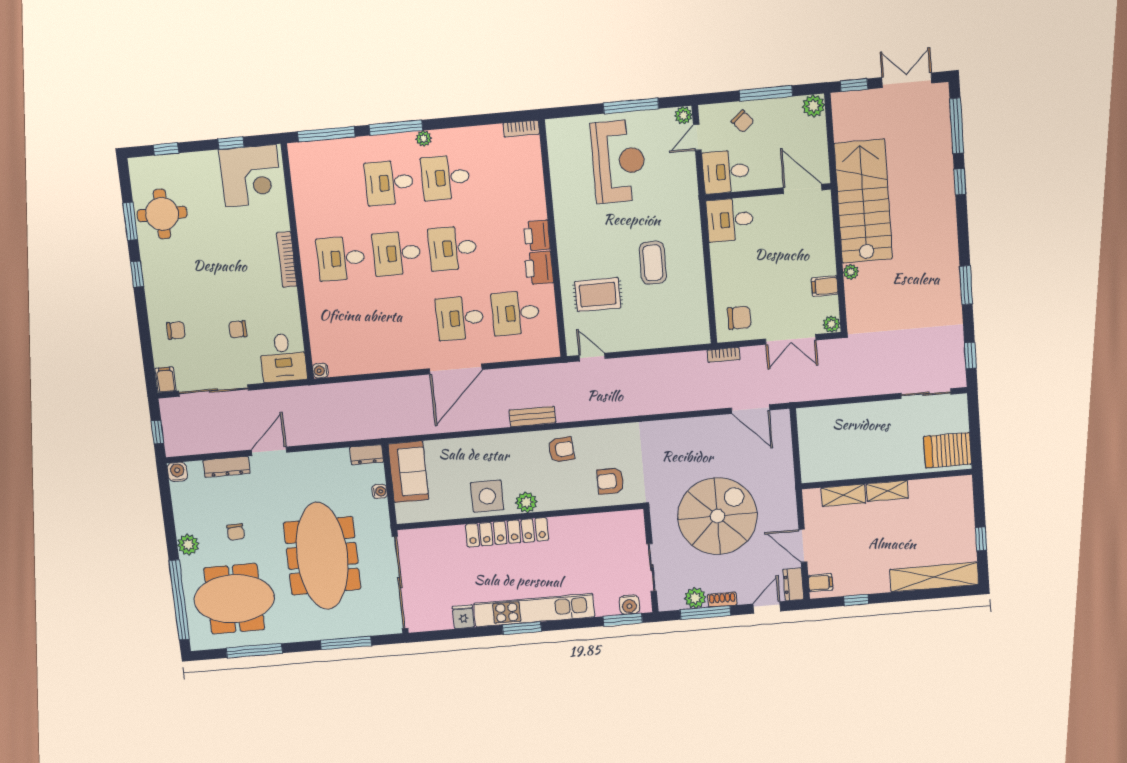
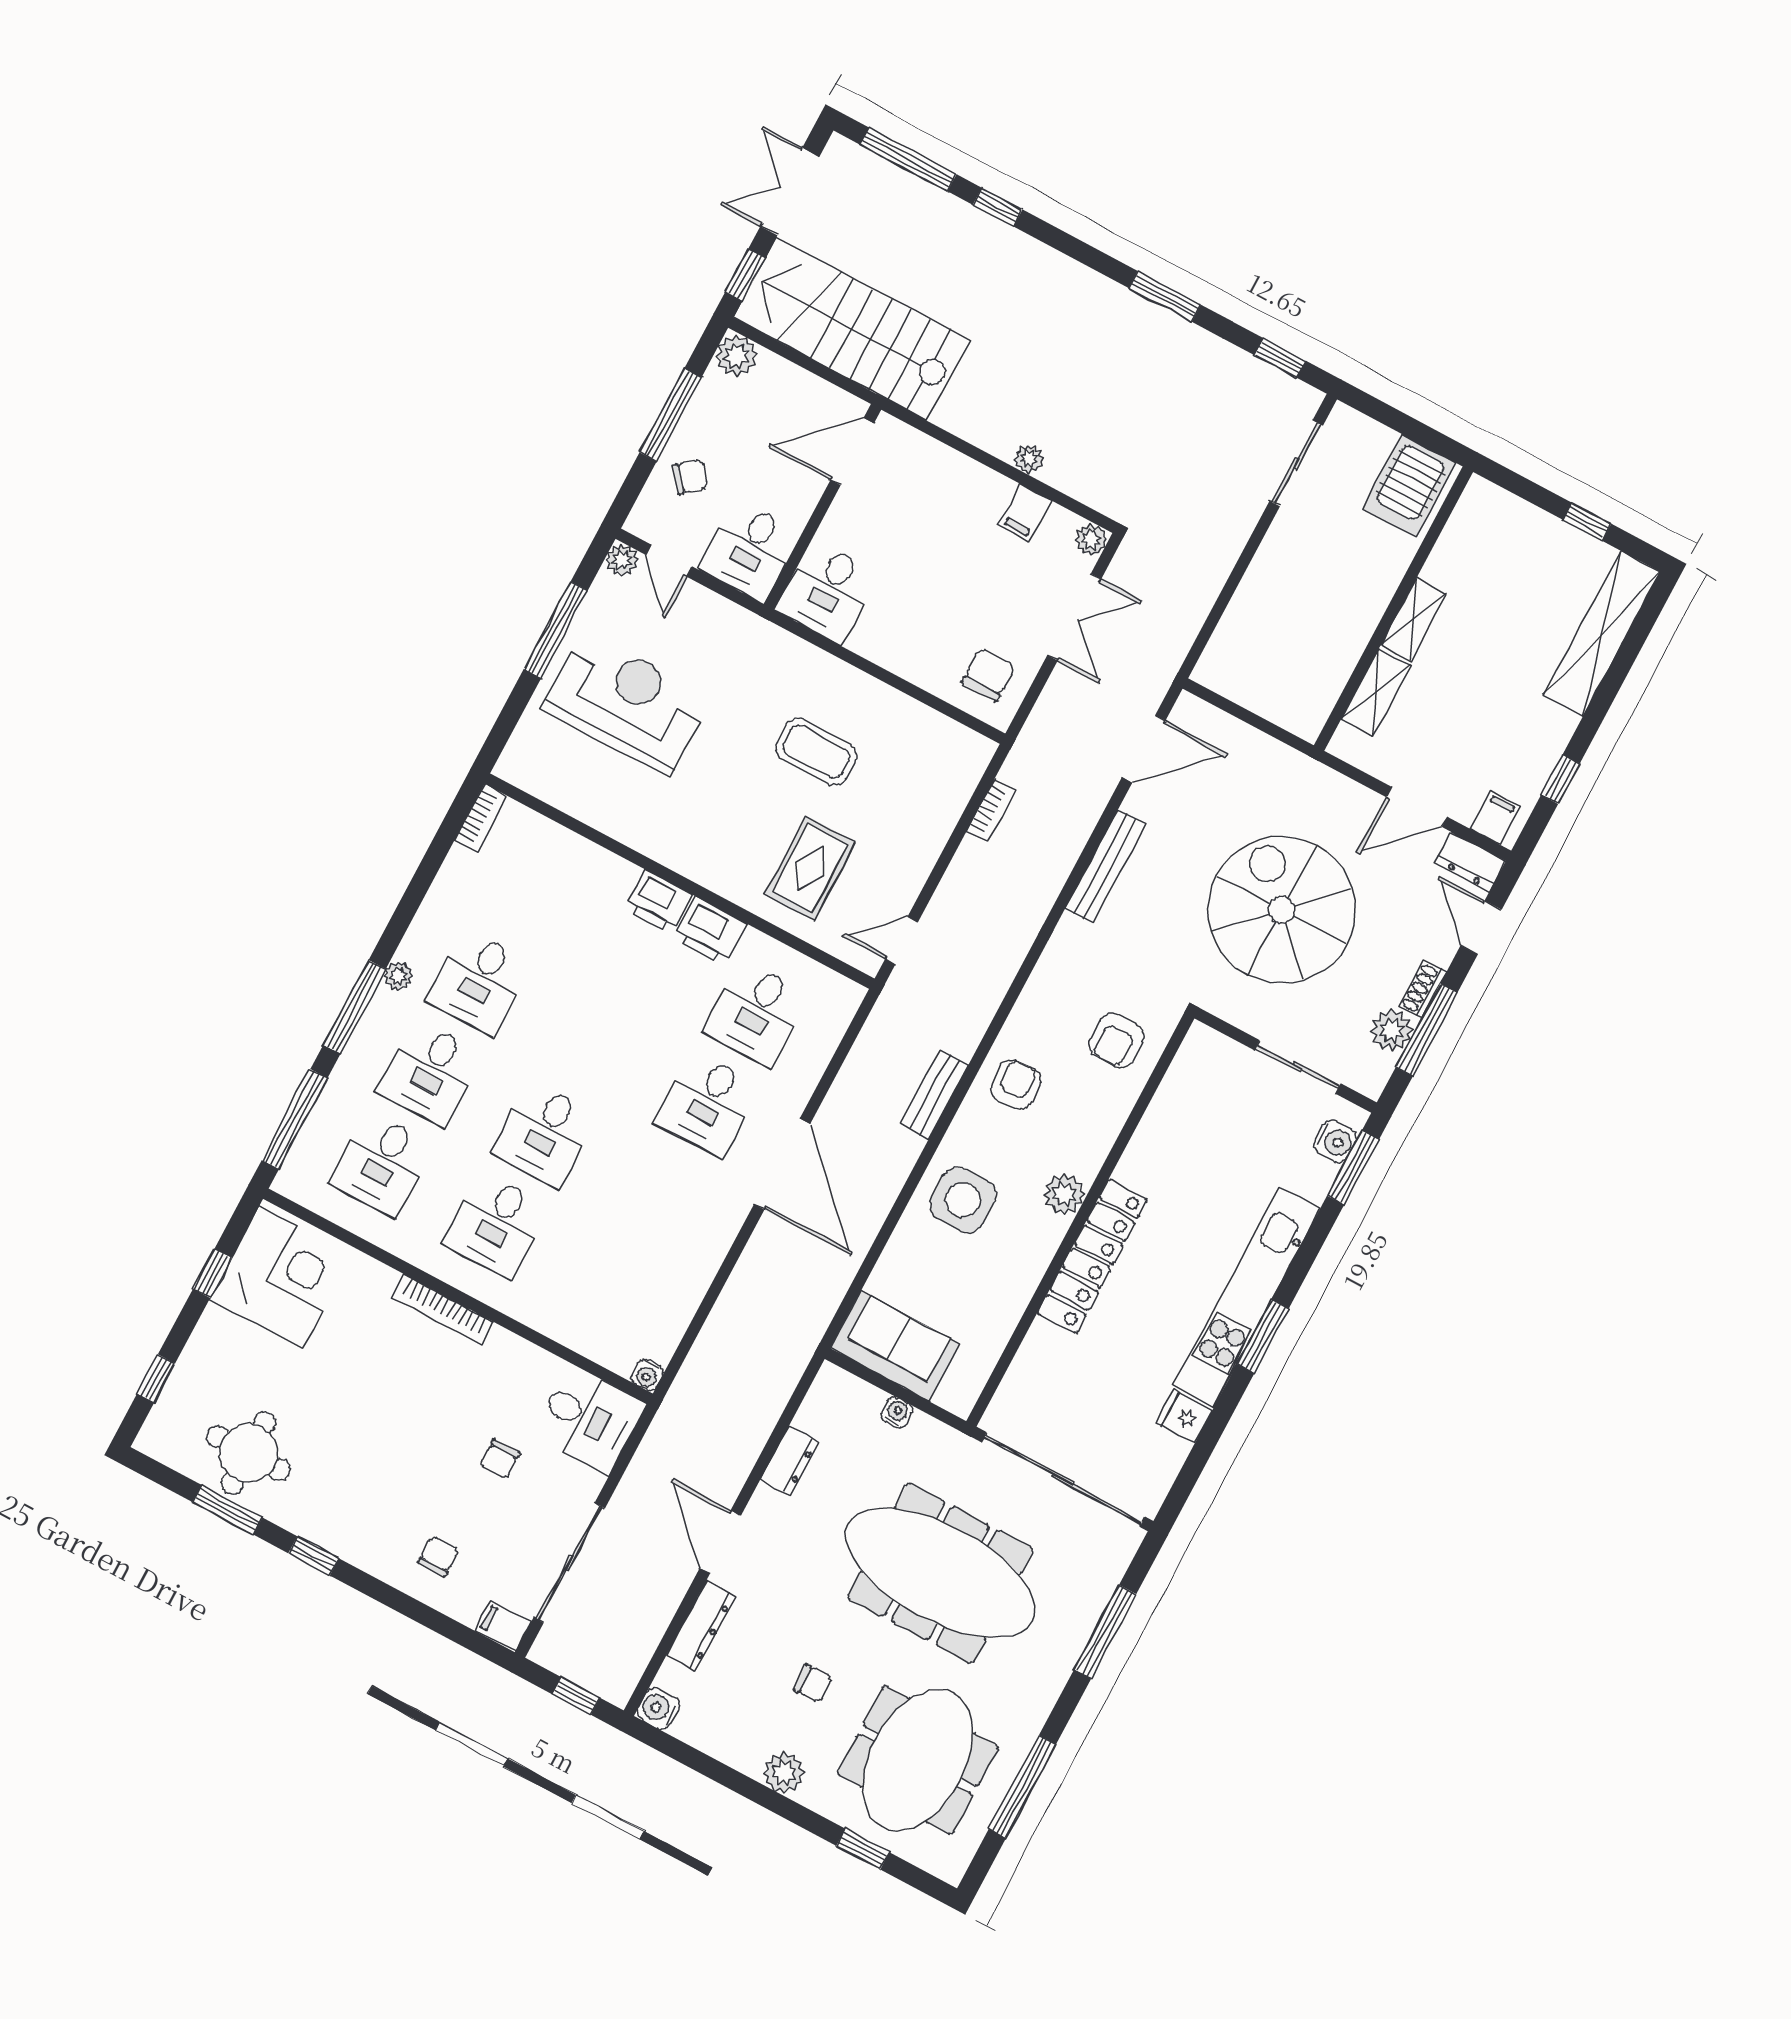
stairs: (863, 201) -> (852, 329), moved
desk: (453, 248) -> (382, 1164), moved
bookcase: (724, 355) -> (991, 811), moved
bench: (686, 426) -> (1105, 866), added
dresser: (367, 455) -> (790, 1461), moved
side table: (487, 496) -> (963, 1200), moved
window: (179, 600) -> (863, 1849), width x0.32

